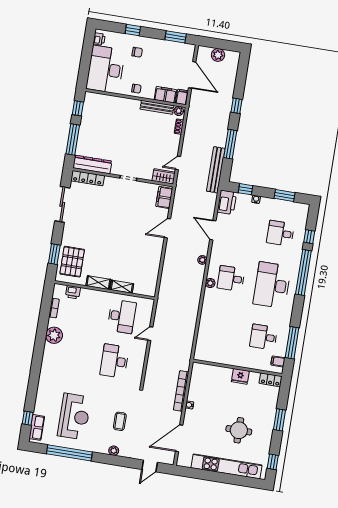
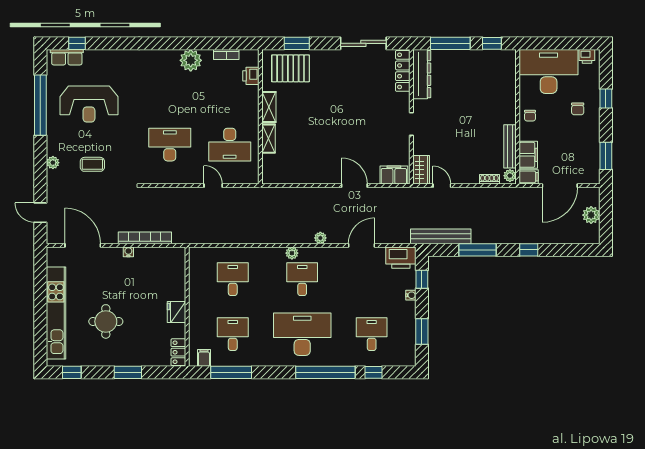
desk: (223, 330) -> (233, 279), added

